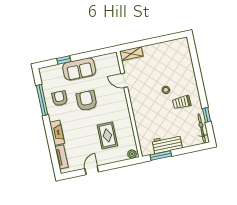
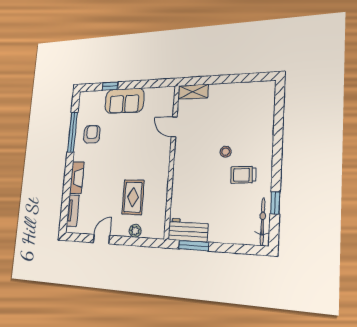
armchair: (87, 101) -> (121, 144), removed
workbench: (167, 144) -> (188, 230), moved
plant: (132, 154) -> (135, 231), moved

